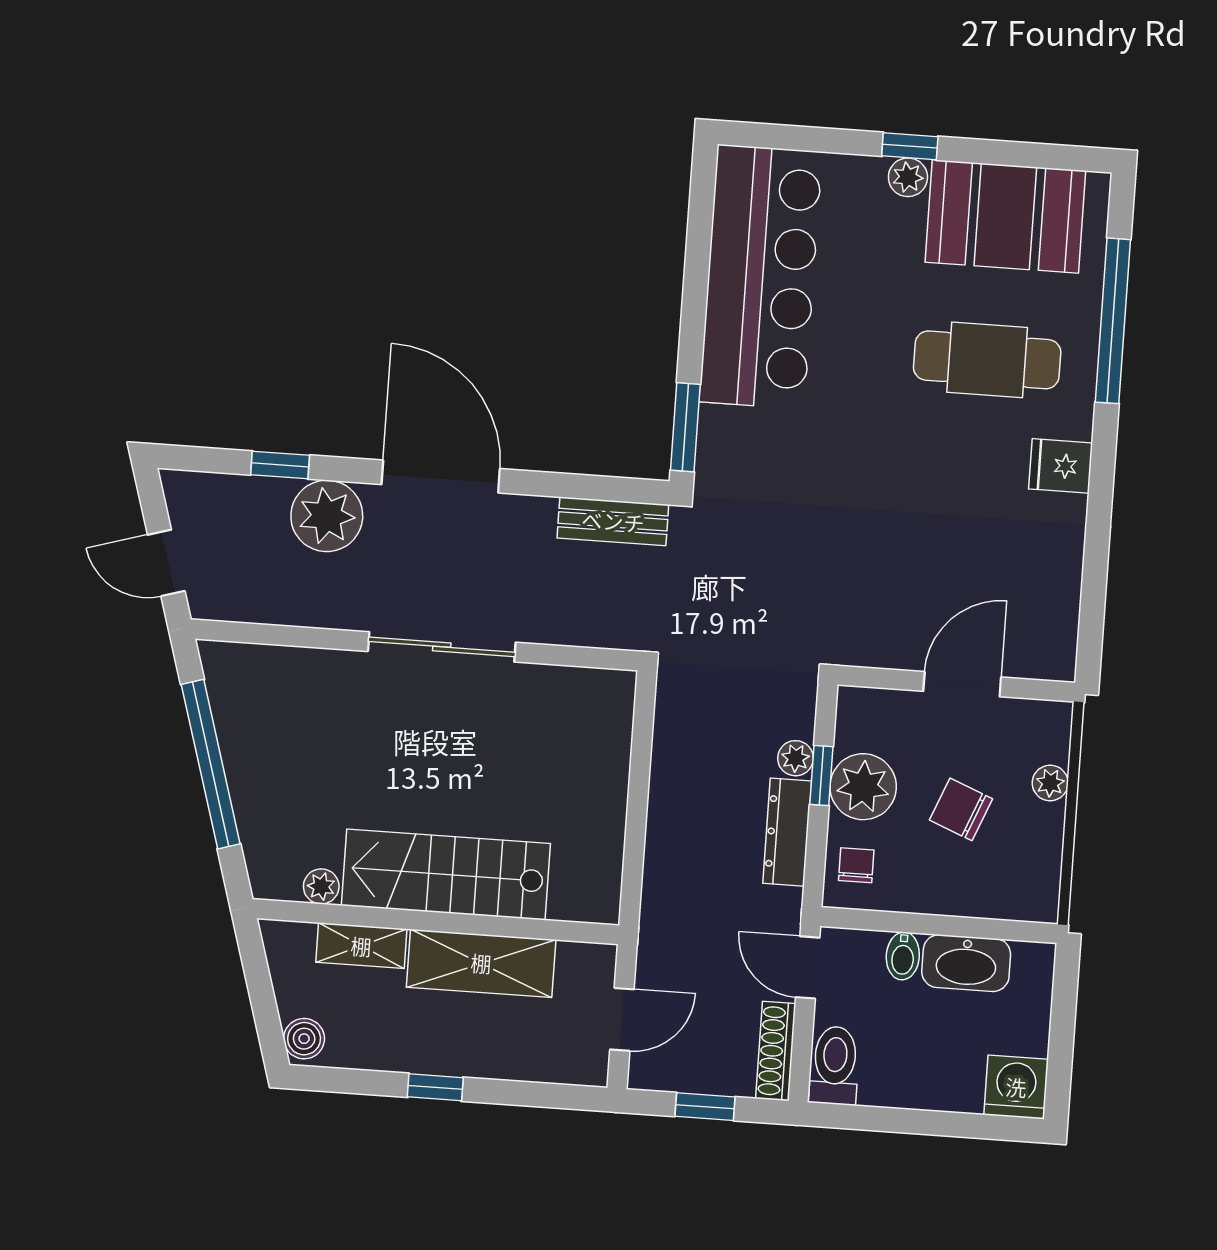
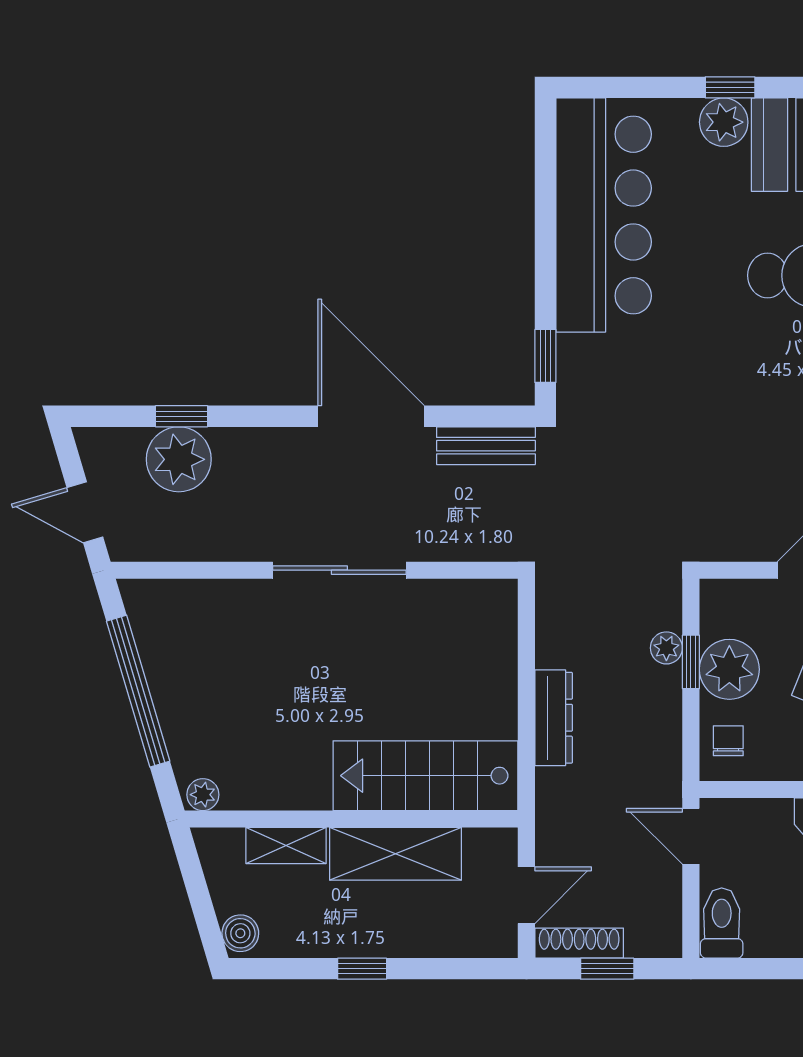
plant: (908, 177) -> (724, 122), width x1.38, depth x1.38
window: (685, 427) -> (545, 356), width x0.67
door: (441, 476) -> (371, 416), moved
plant: (327, 516) -> (179, 459), moved
dresser: (787, 832) -> (554, 718), moved, turned 180
stairs: (446, 874) -> (426, 776), moved
plant: (321, 886) -> (203, 795), moved
bidet: (903, 956) -> (776, 820), removed
shoe rack: (776, 1051) -> (579, 943), moved, turned 90

